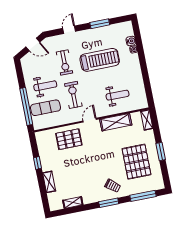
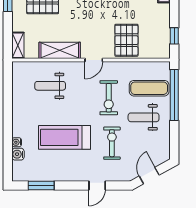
window: (100, 24) -> (41, 185), moved
door: (33, 44) -> (149, 176), hinge flipped
pallet: (69, 139) -> (126, 40), turned 90
window: (38, 163) -> (174, 36), moved

